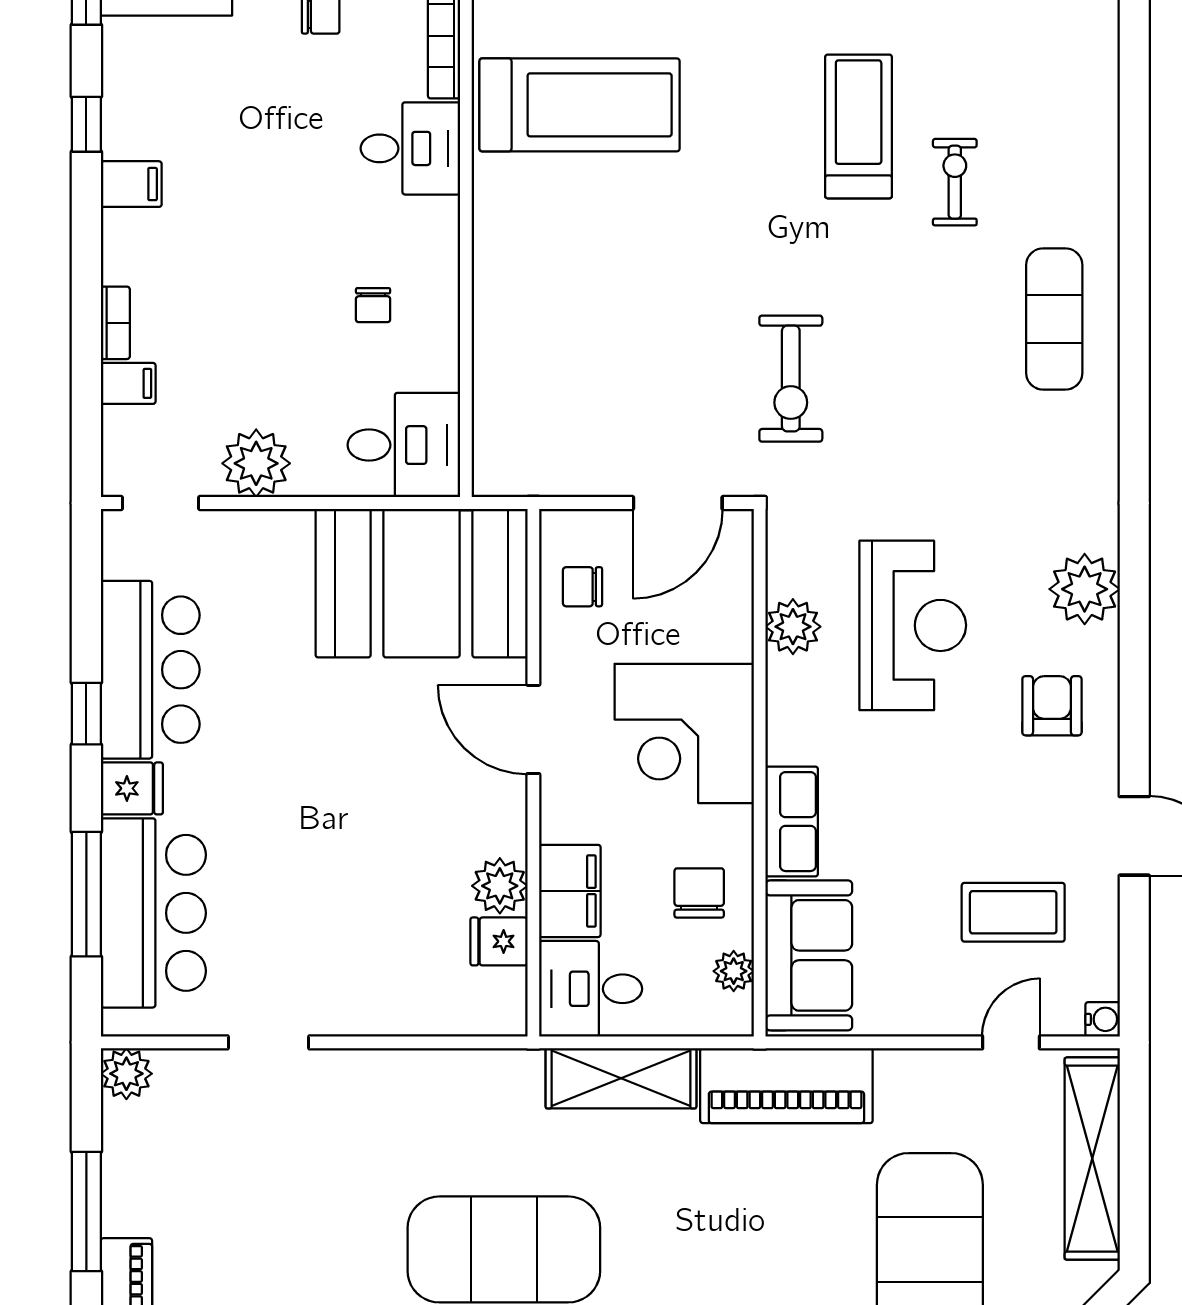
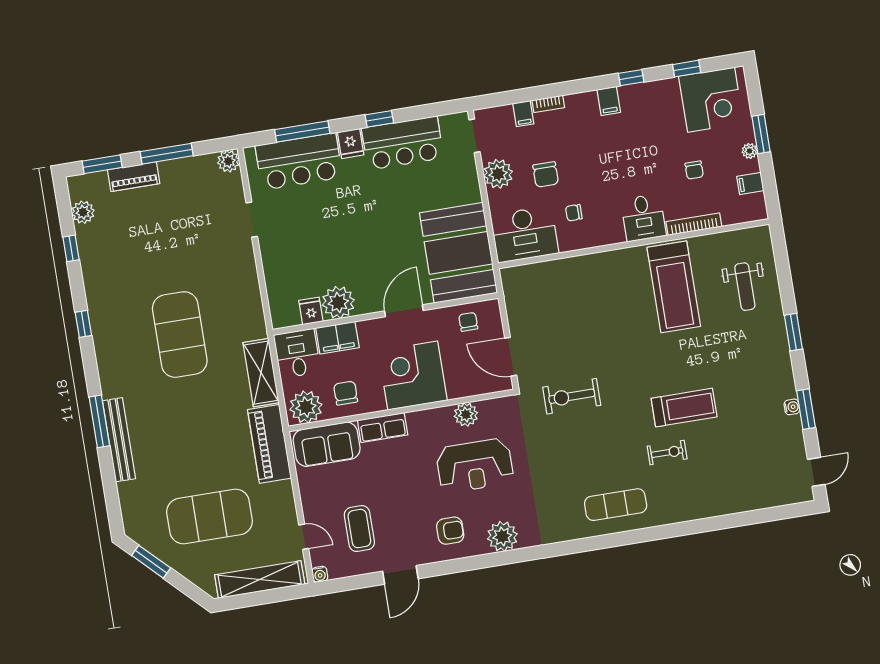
chair: (275, 355) -> (546, 174), added
desk: (404, 445) -> (525, 234), width x1.37
plant: (500, 886) -> (338, 302), width x1.36, depth x1.36
chair: (699, 893) -> (346, 393), turned -90
plant: (734, 971) -> (306, 407), width x1.88, depth x1.88

